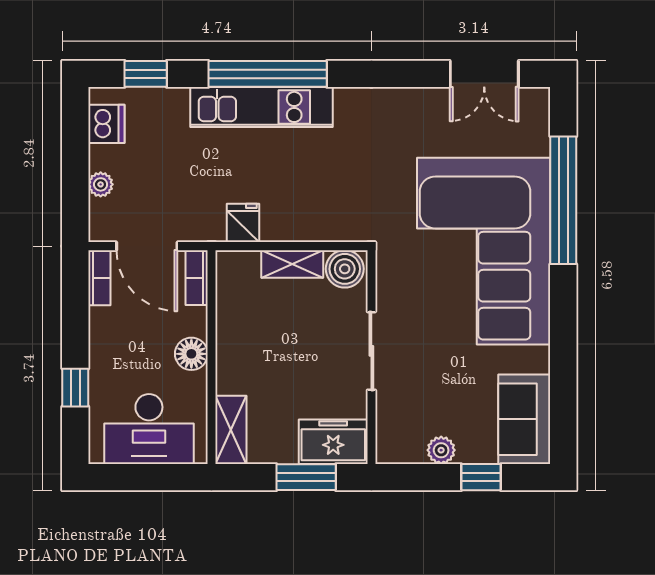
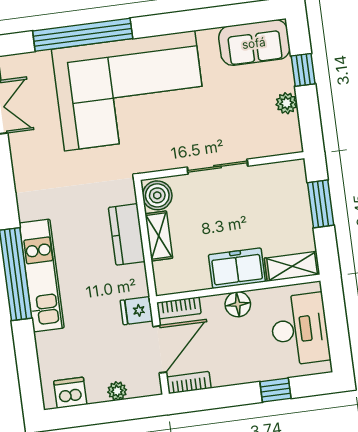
window: (146, 74) -> (28, 368), removed
fridge: (243, 223) -> (137, 311), moved
kitchen counter: (300, 223) -> (127, 234), added
freezer: (333, 442) -> (237, 268), moved, turned 90

